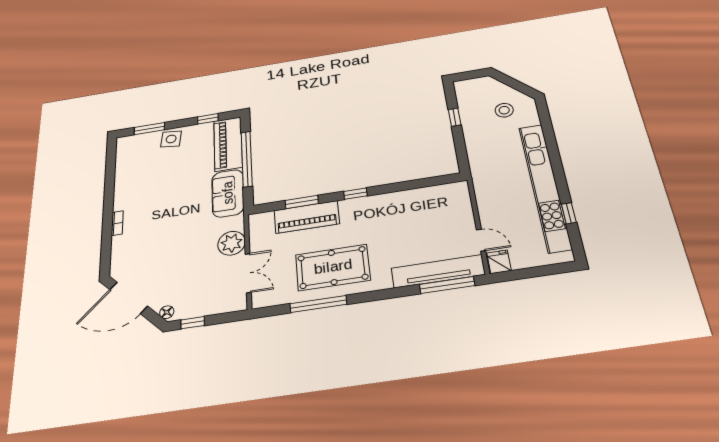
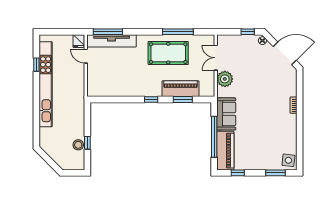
stool: (504, 110) -> (78, 145), moved
side table: (171, 139) -> (288, 160), moved

